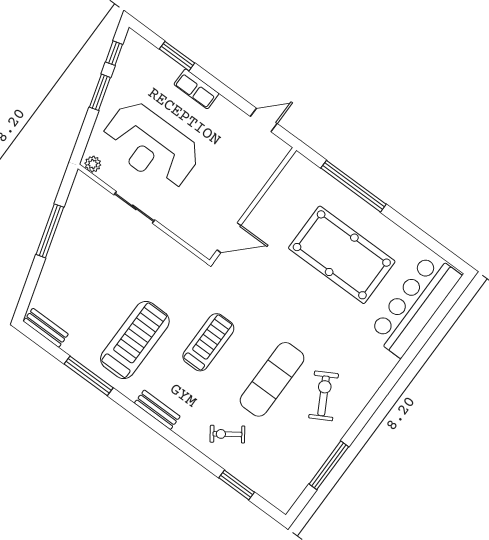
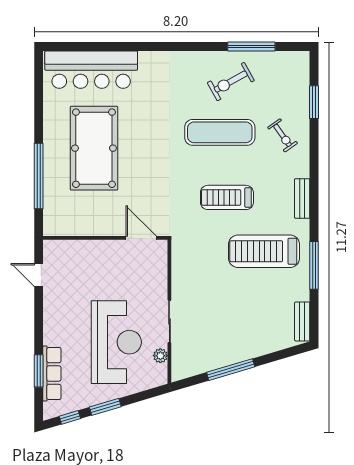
row of seats: (196, 89) -> (52, 374), moved, width x1.48
plant: (93, 164) -> (160, 356), moved
exercise bike: (324, 396) -> (231, 82), moved

